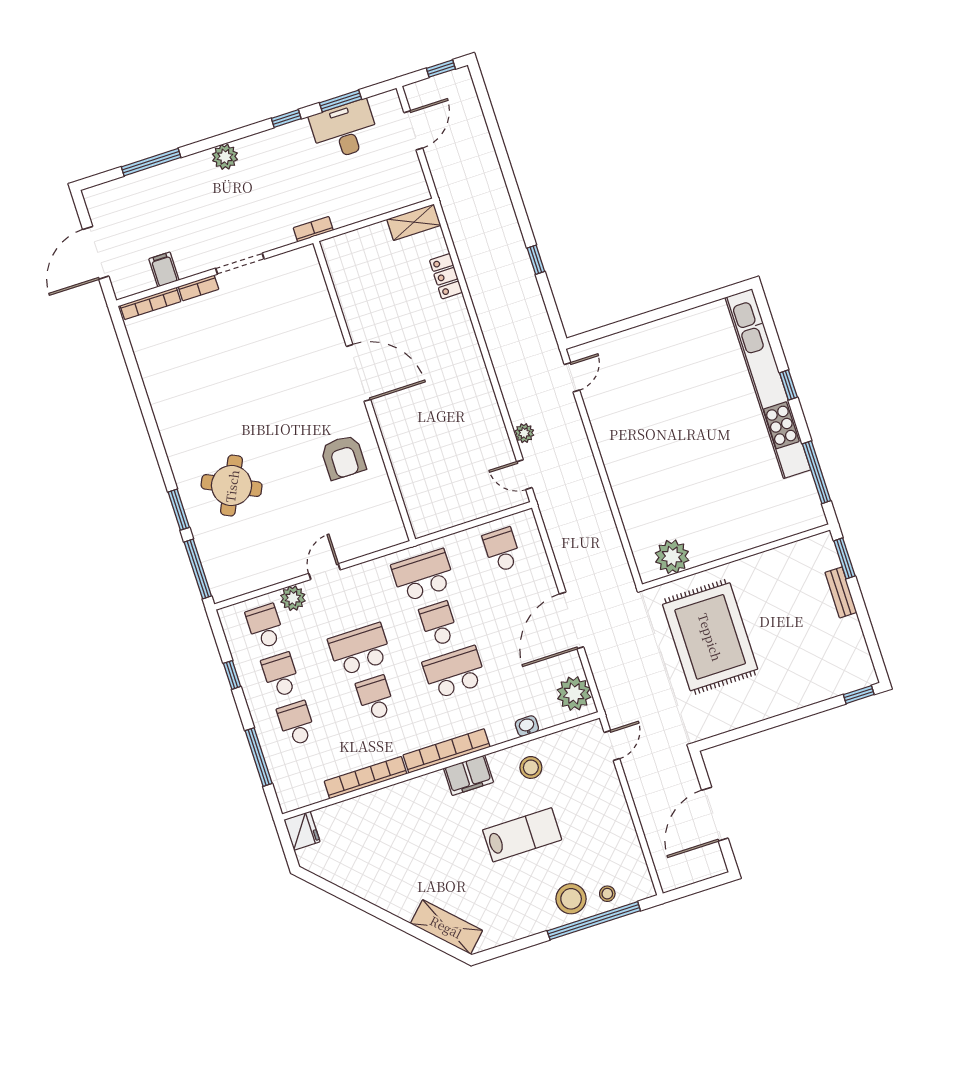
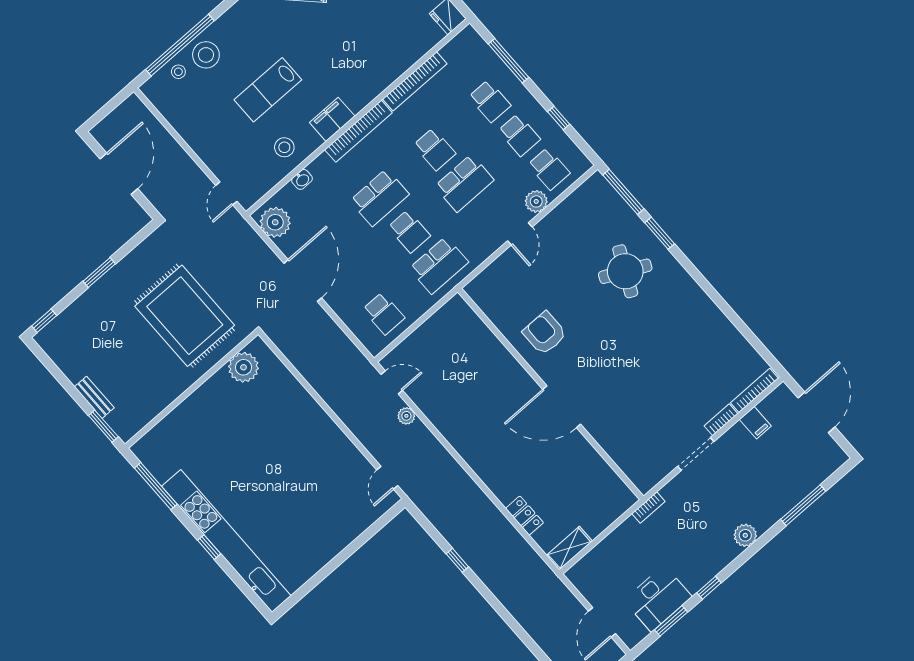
window: (780, 720) -> (99, 273), added

